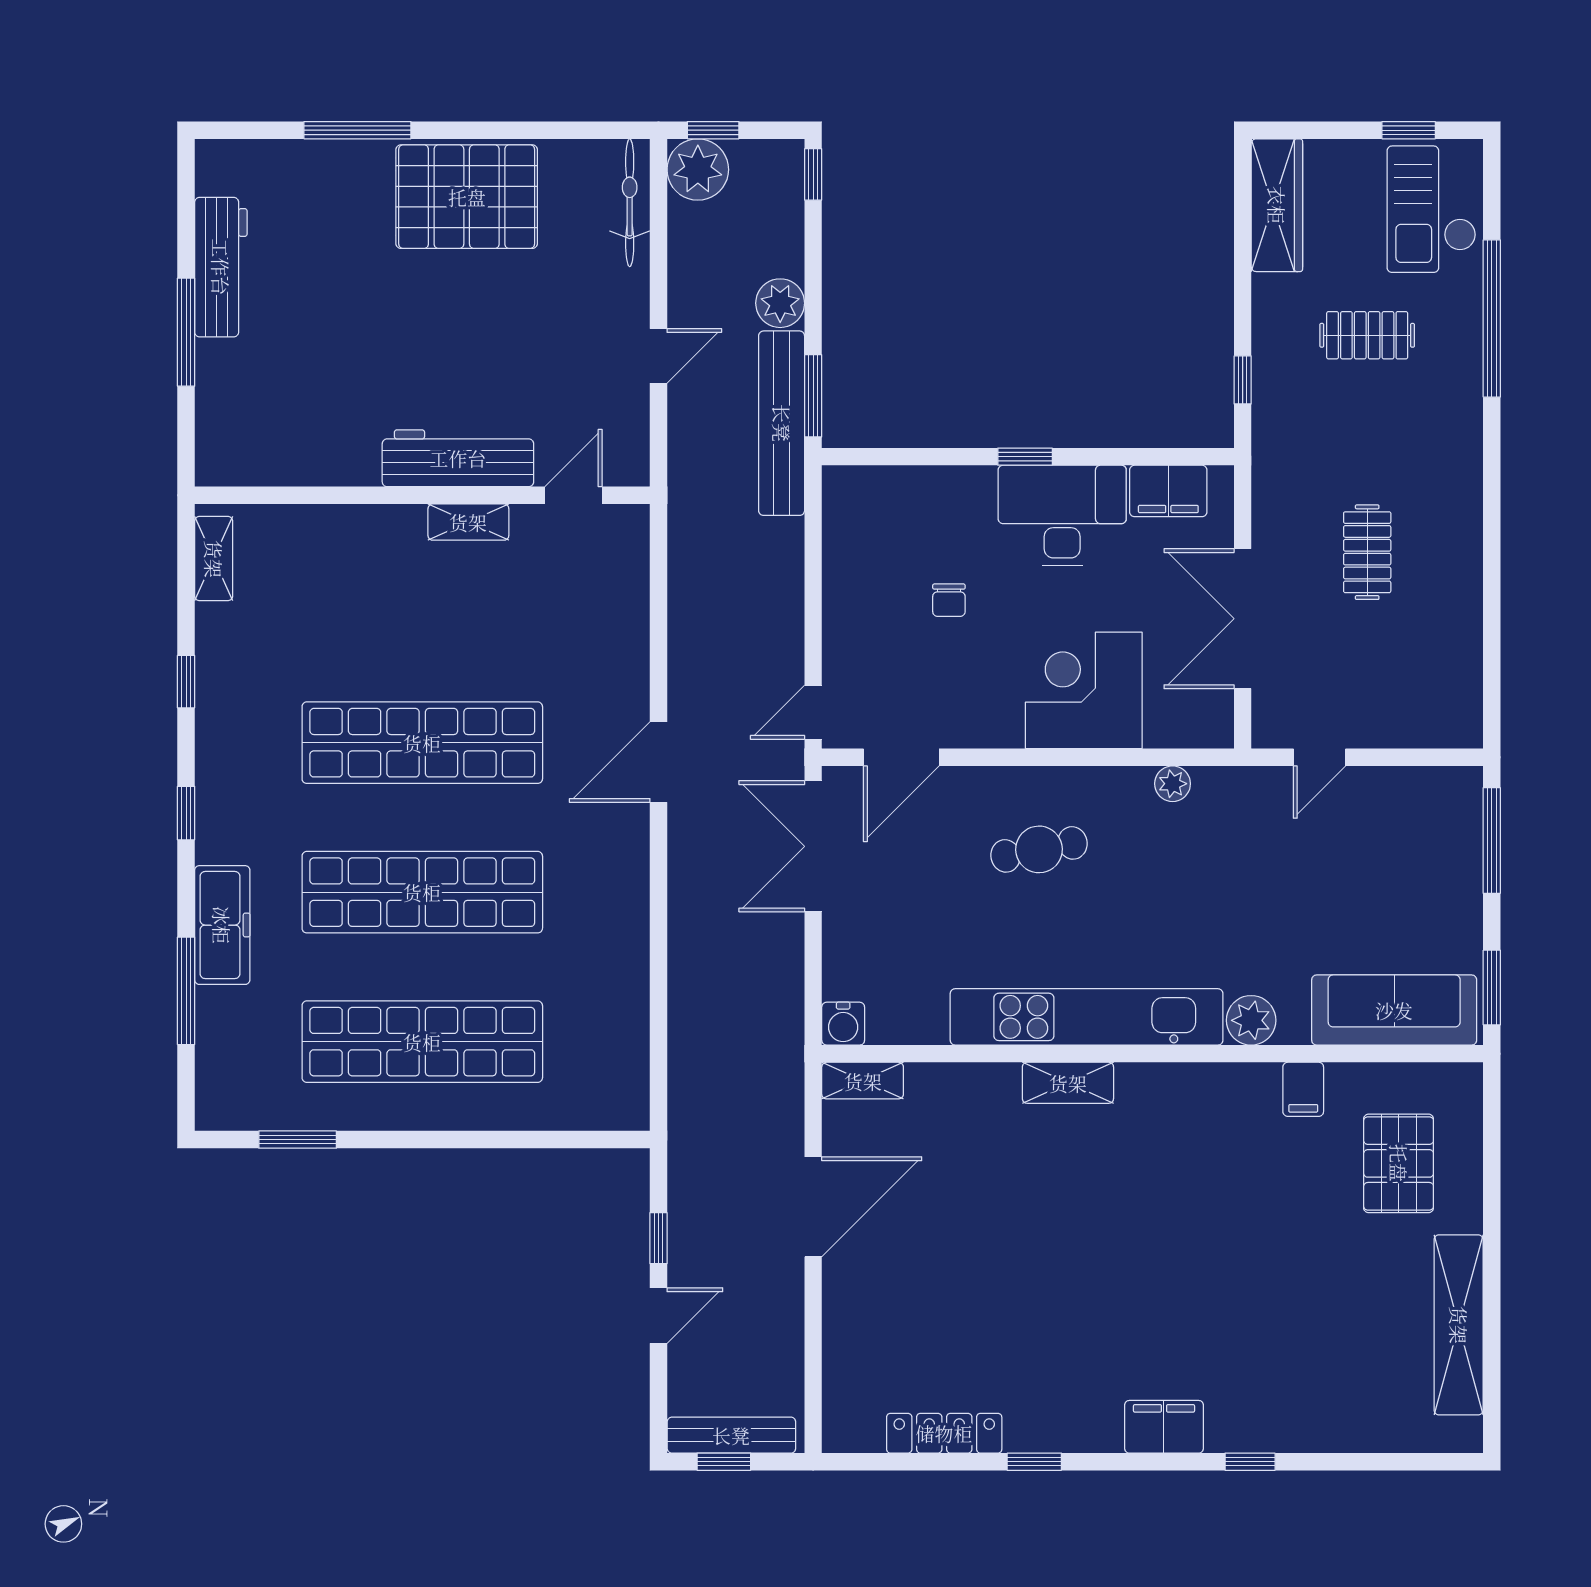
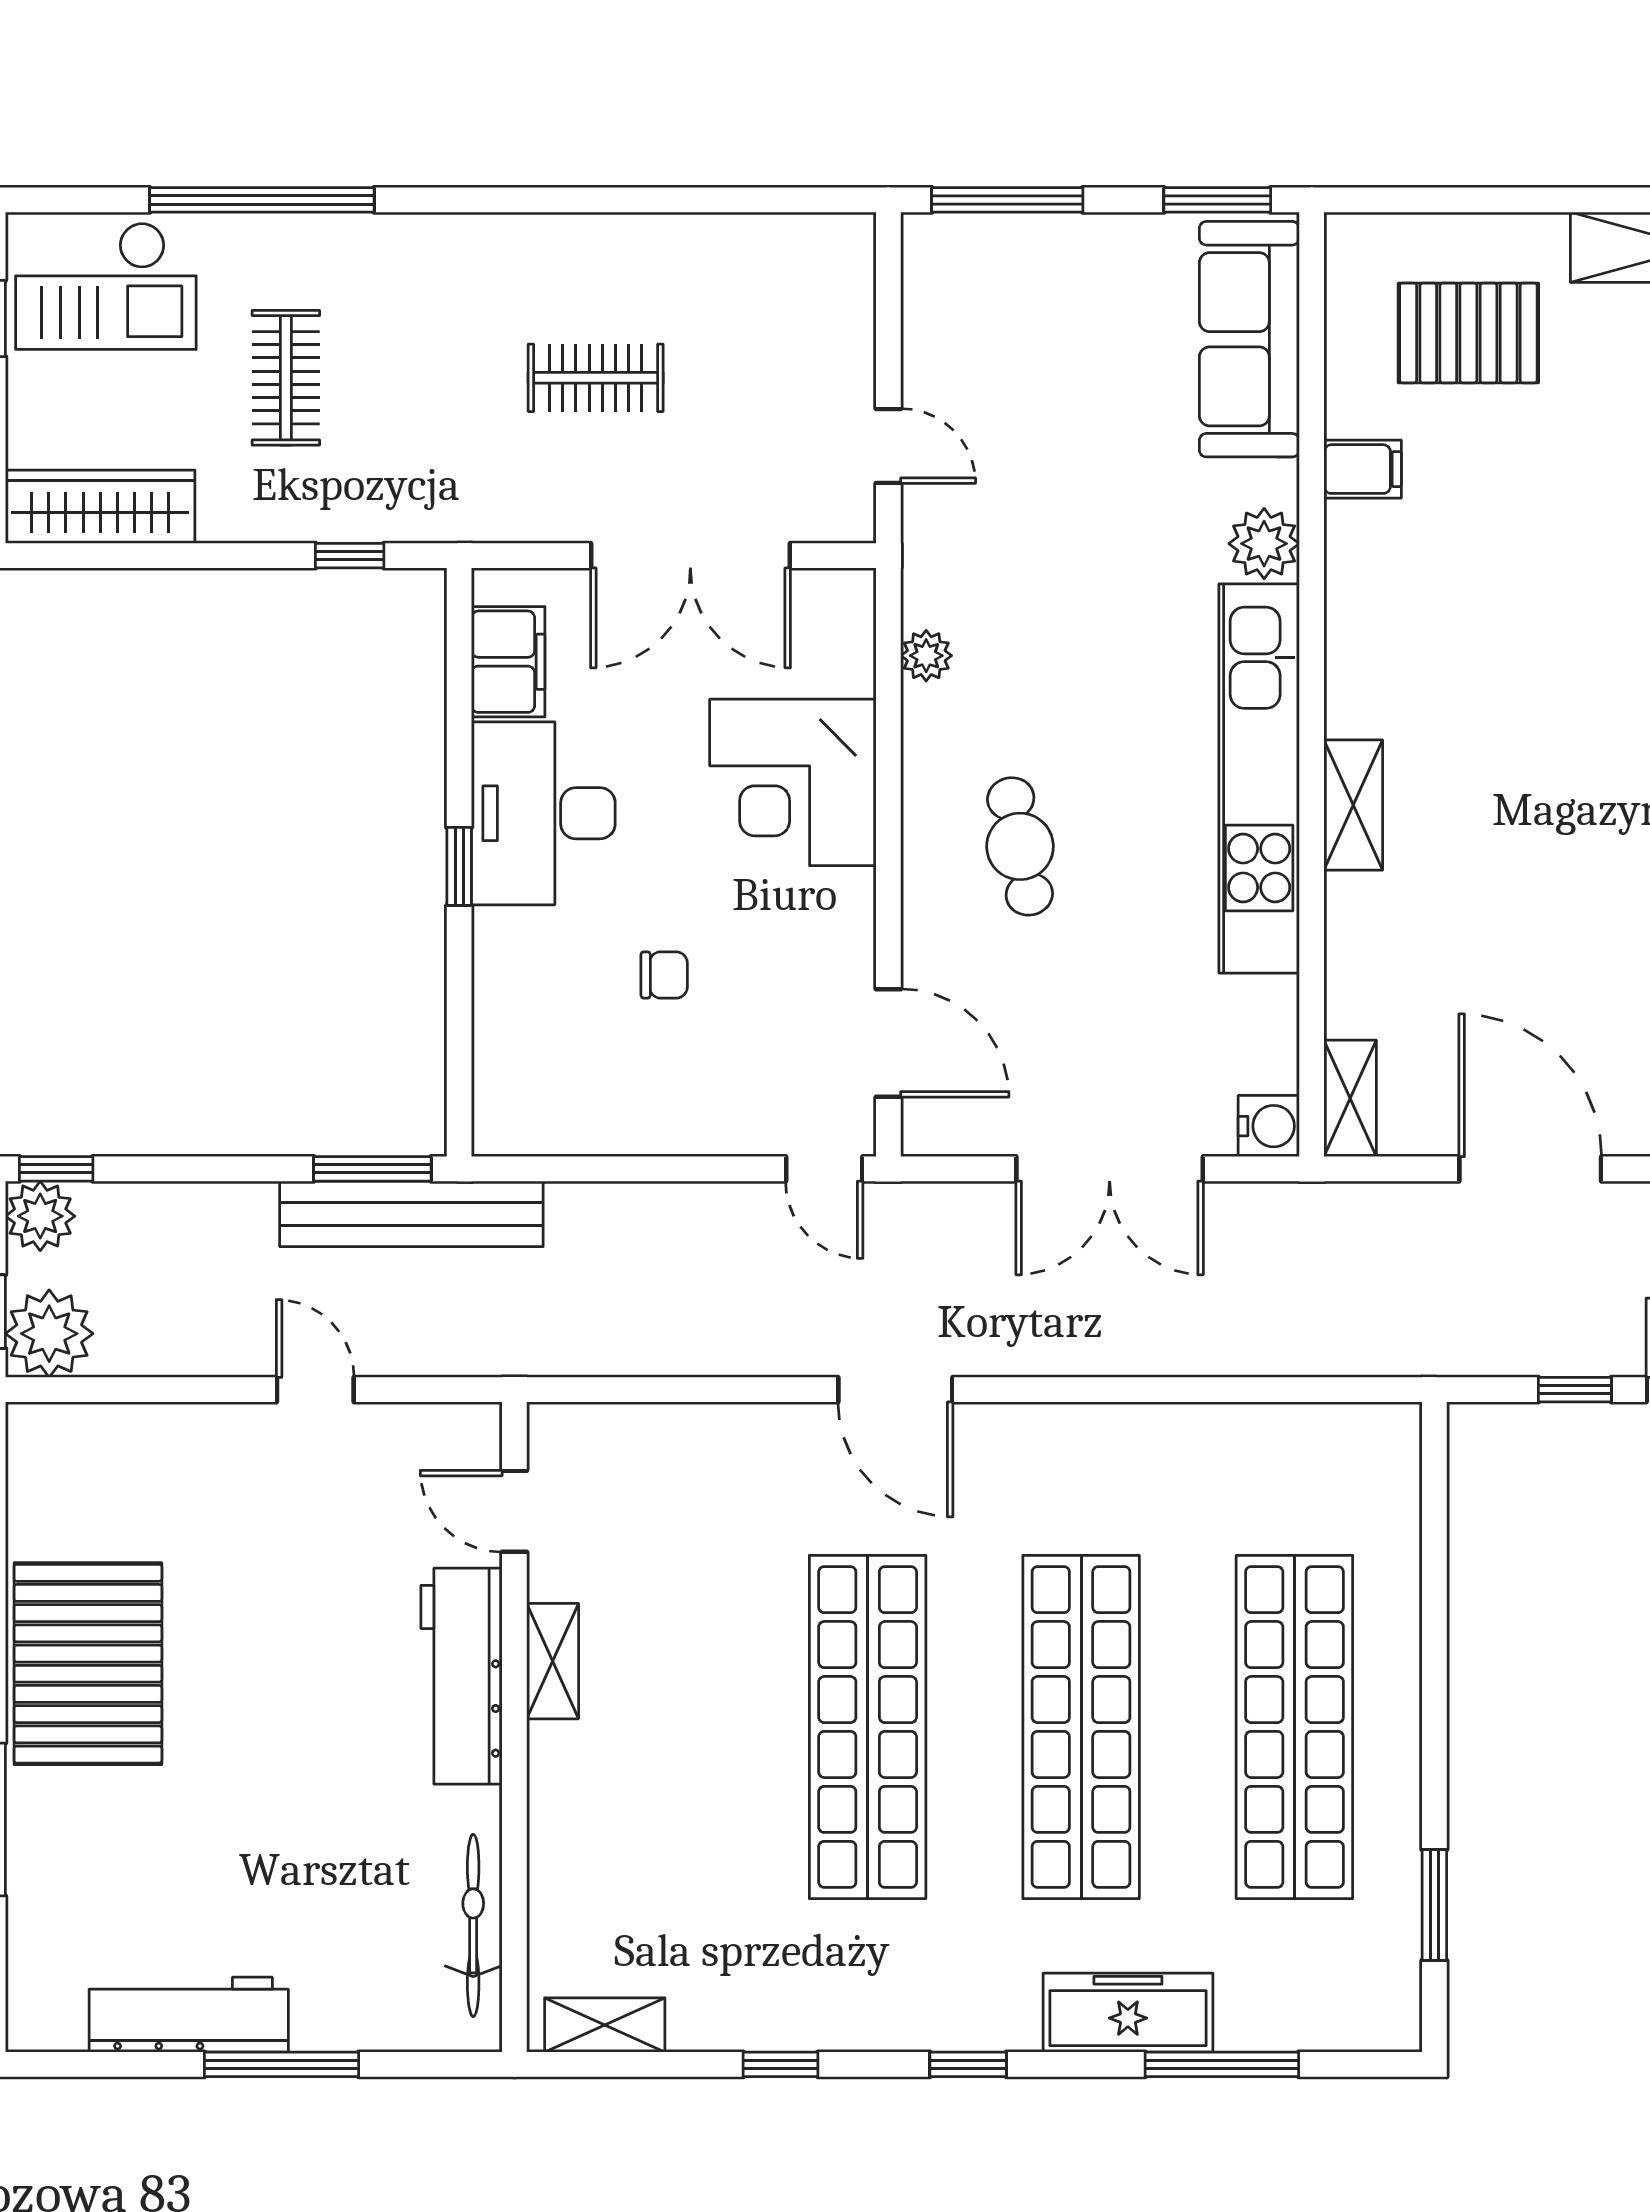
bicycle: (630, 203) -> (473, 1925), moved, turned 90
plant: (780, 303) -> (40, 1216), moved
double door: (813, 846) -> (1110, 1169), moved

